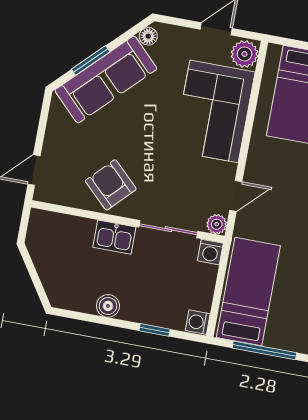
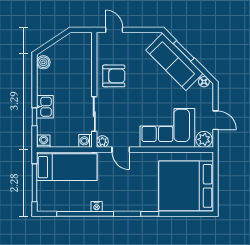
armchair: (111, 185) -> (114, 76), turned 46
kitchen sink: (114, 237) -> (45, 107), moved, turned 180
boiler: (108, 306) -> (43, 62), moved

